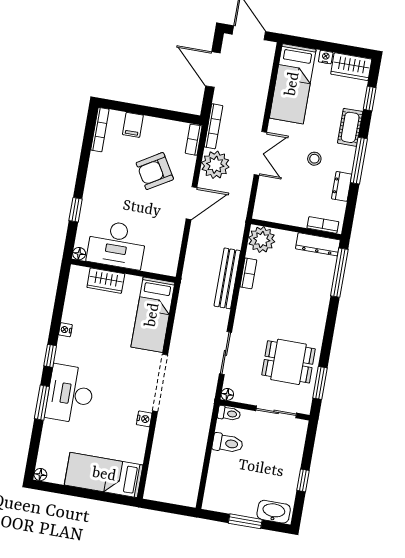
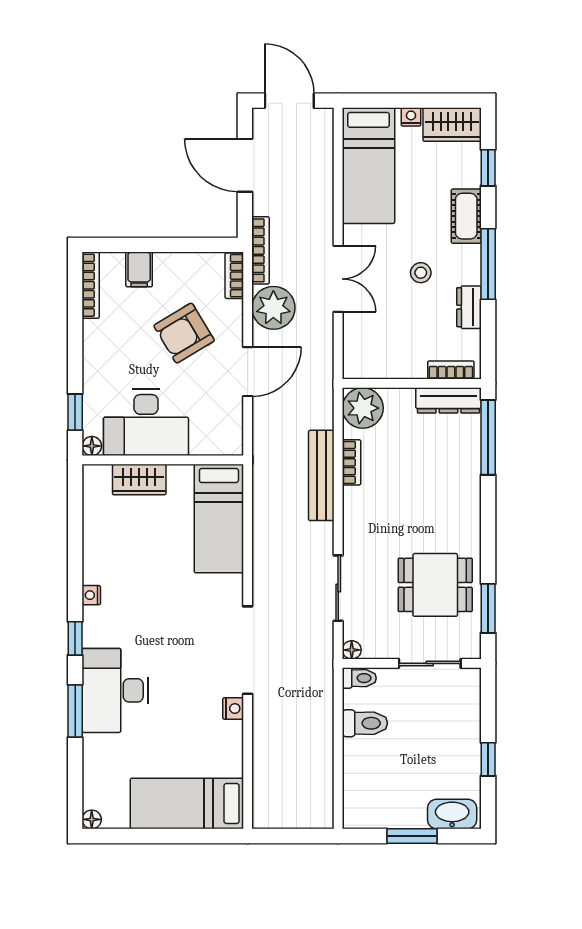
desk: (117, 244) -> (146, 422), moved
floor lamp: (79, 254) -> (92, 446), moved
wall: (123, 271) -> (163, 460), moved
wardrobe: (106, 281) -> (139, 480), moved
bed: (153, 315) -> (219, 519), moved

